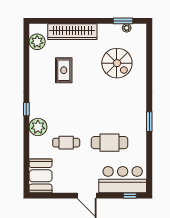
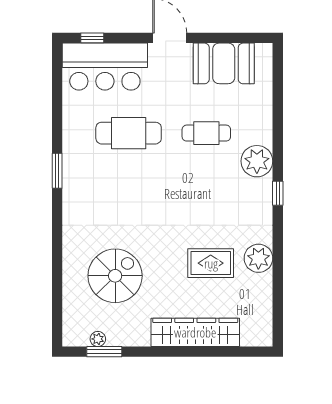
plant: (37, 42) -> (258, 258), moved
spiral stairs: (117, 63) -> (115, 276), turned 90
rug: (64, 70) -> (211, 263), turned 90
booth: (41, 176) -> (224, 63), moved, turned 90

